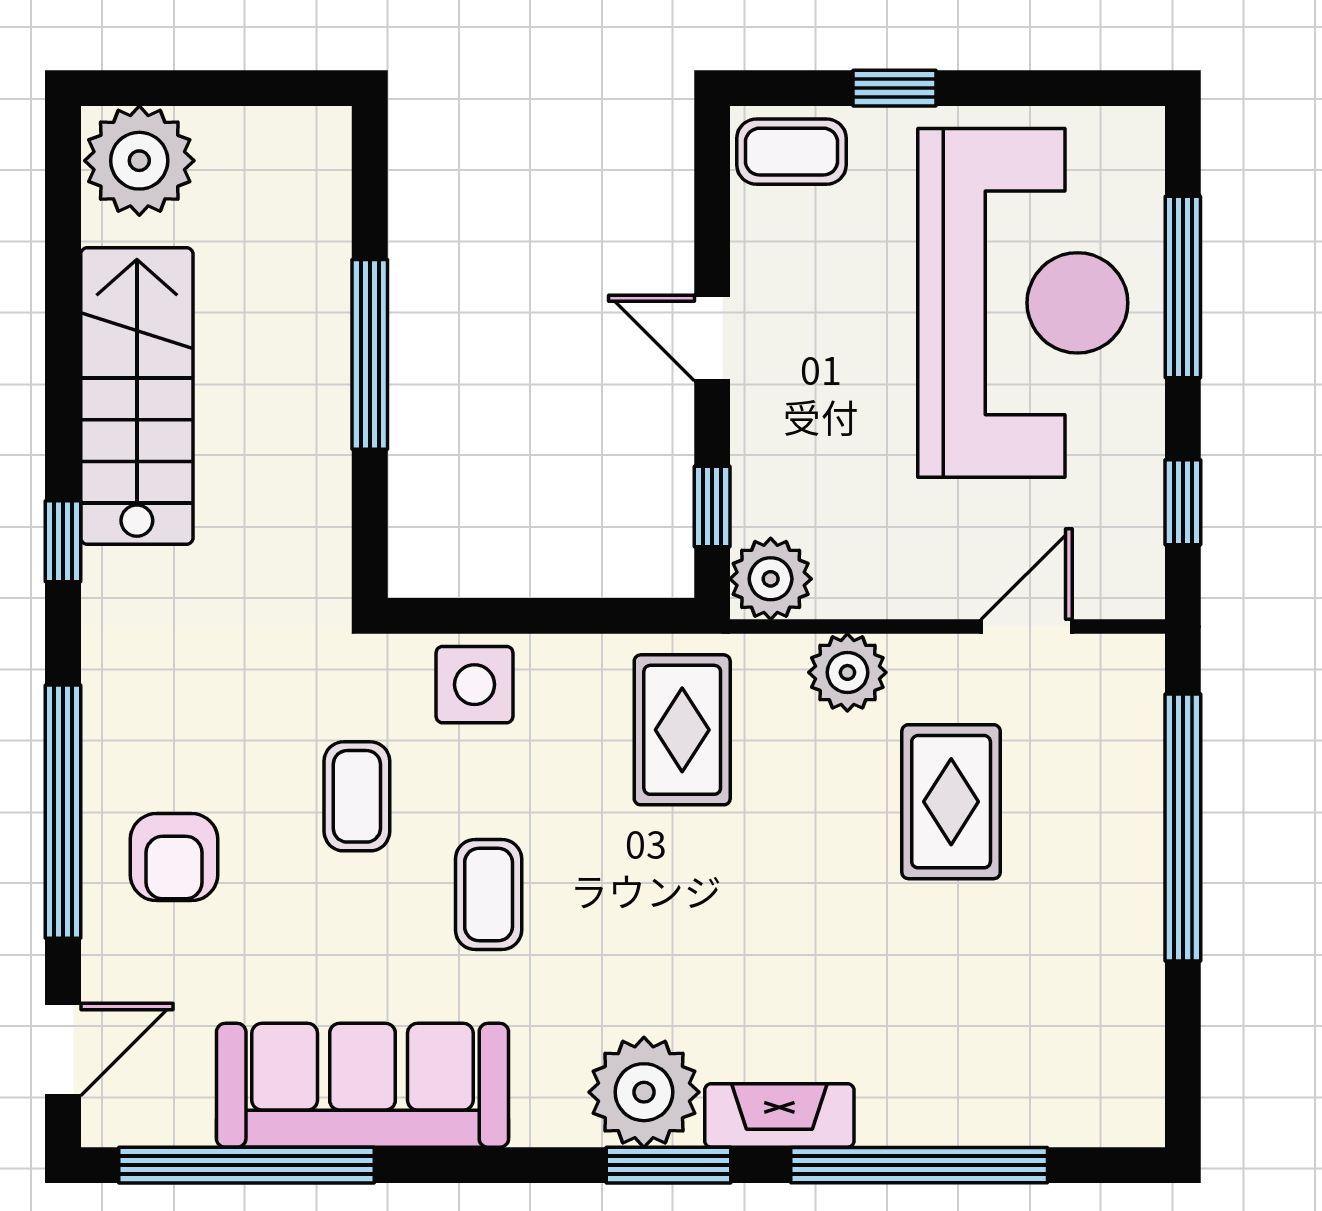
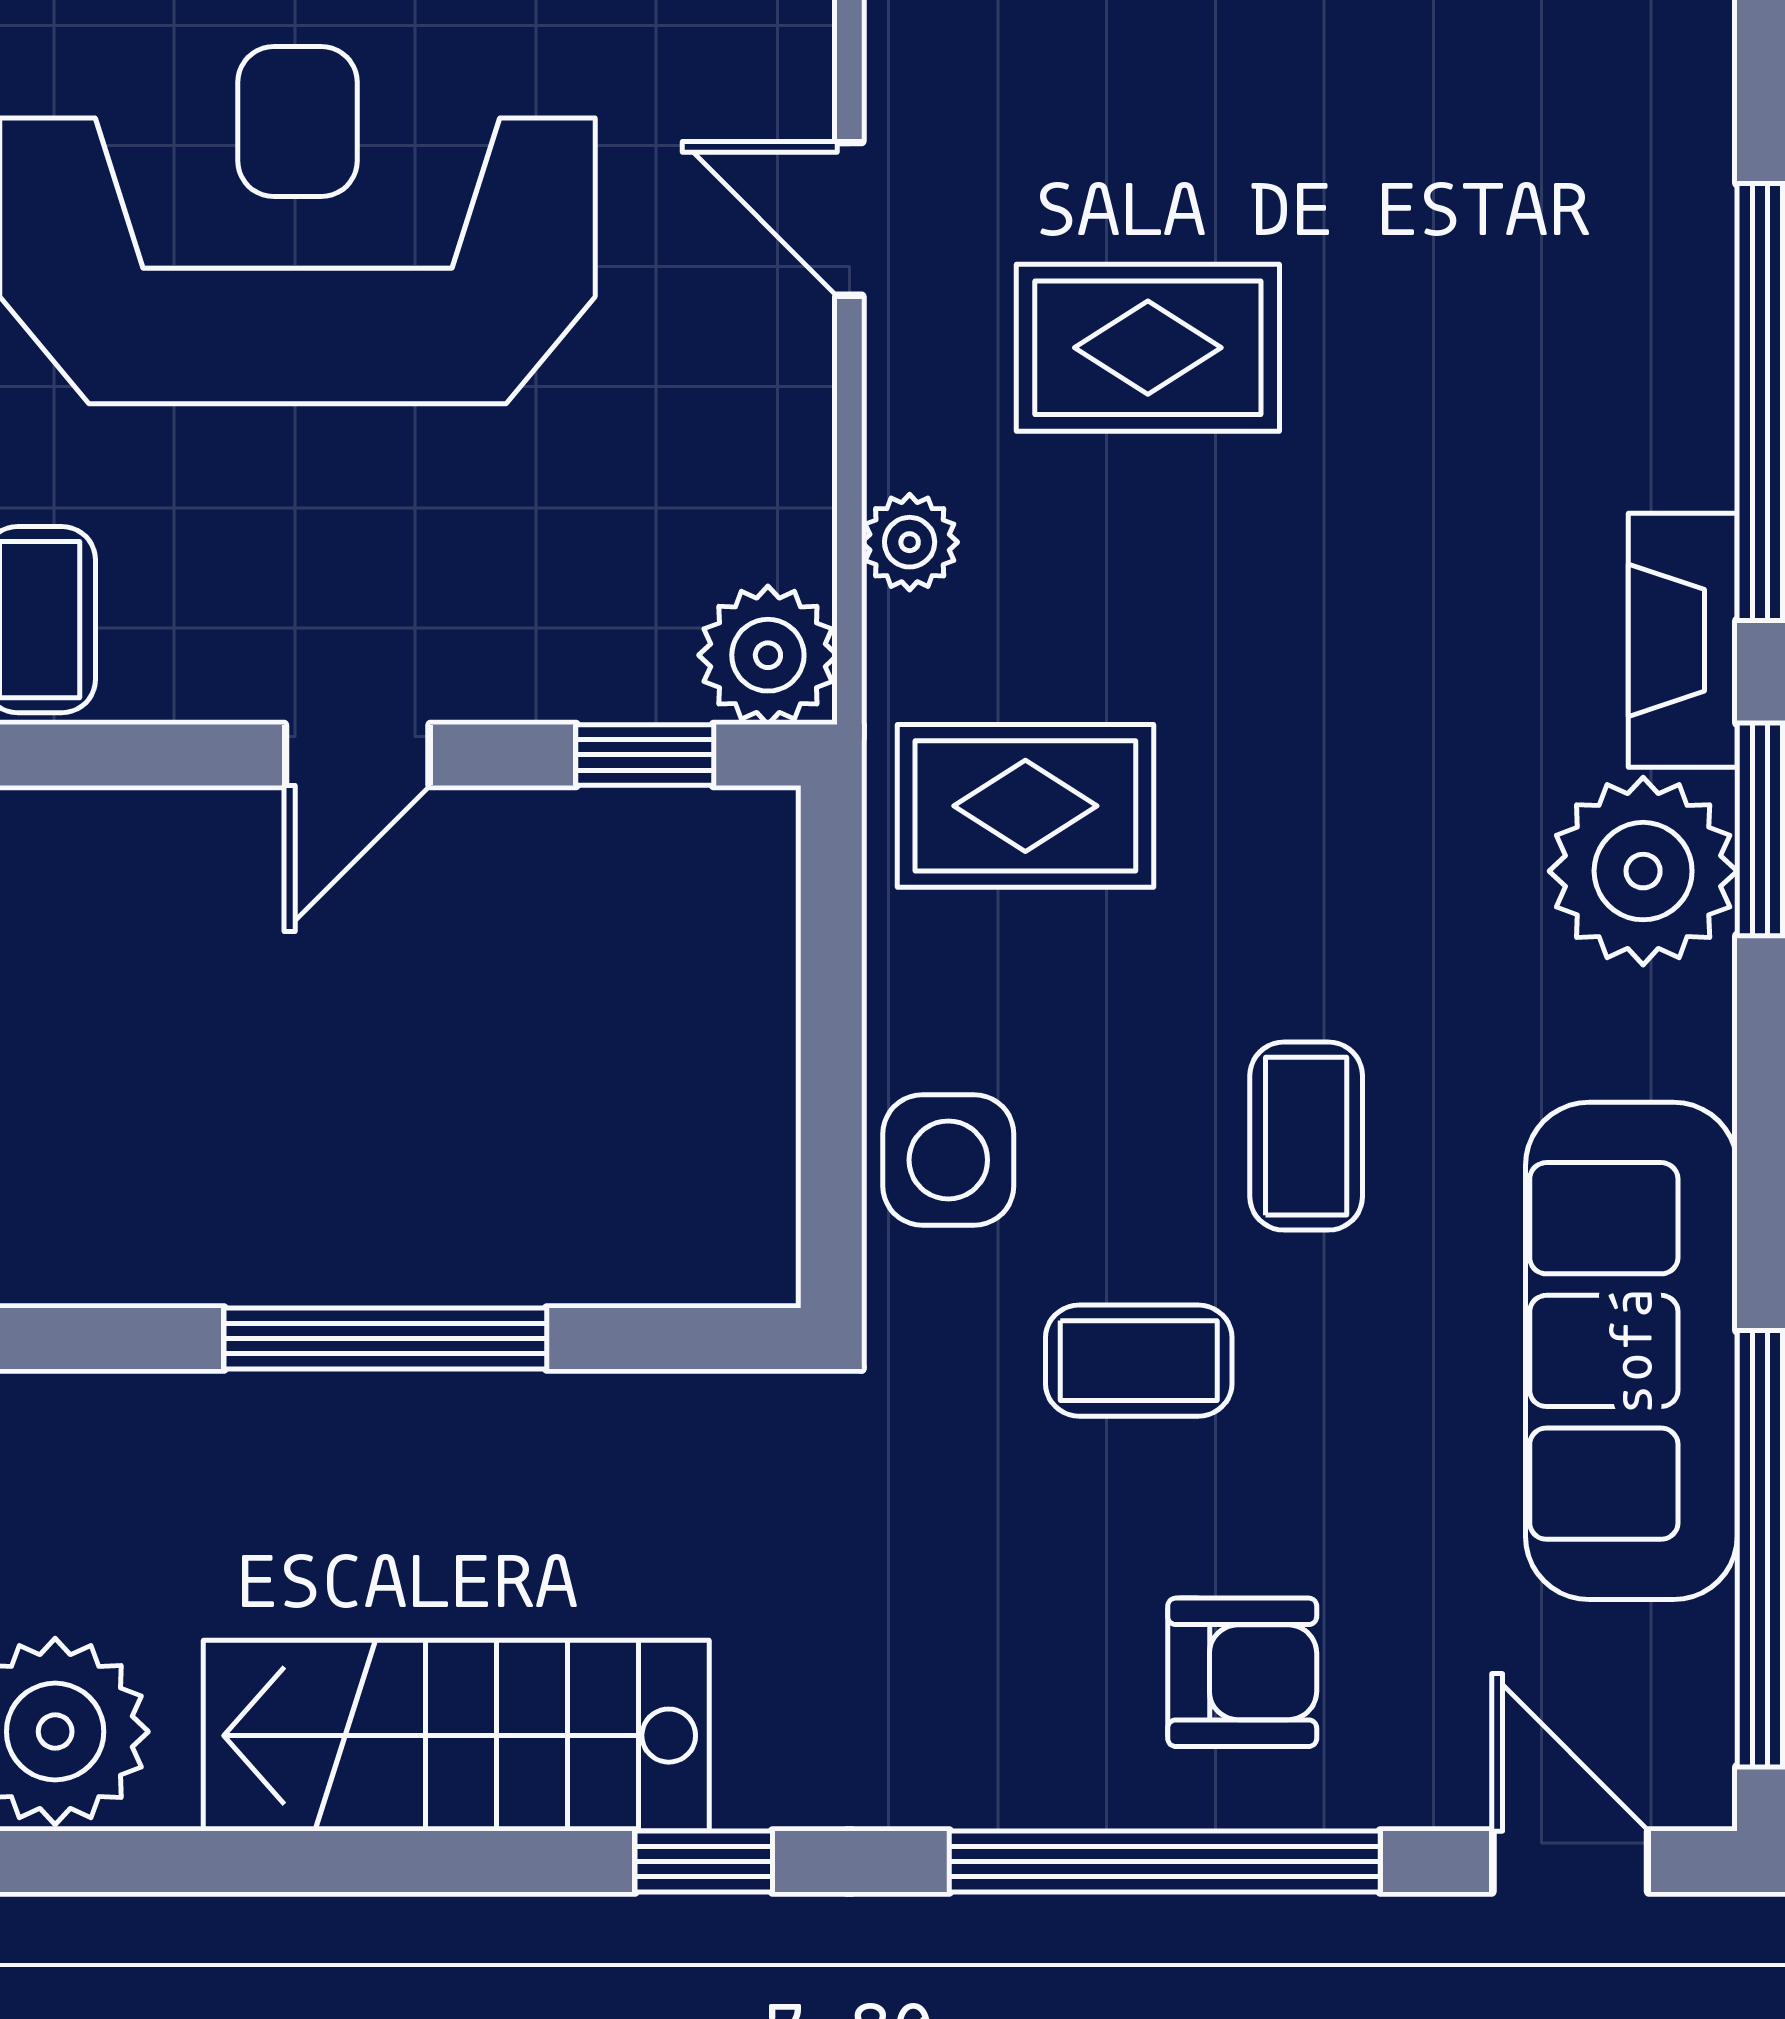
plant: (847, 672) -> (910, 542), width x0.73, depth x0.73
coffee table: (489, 895) -> (1306, 1136), turned 90

